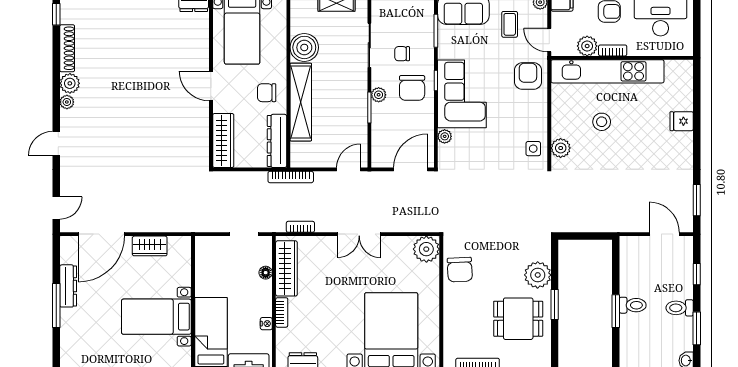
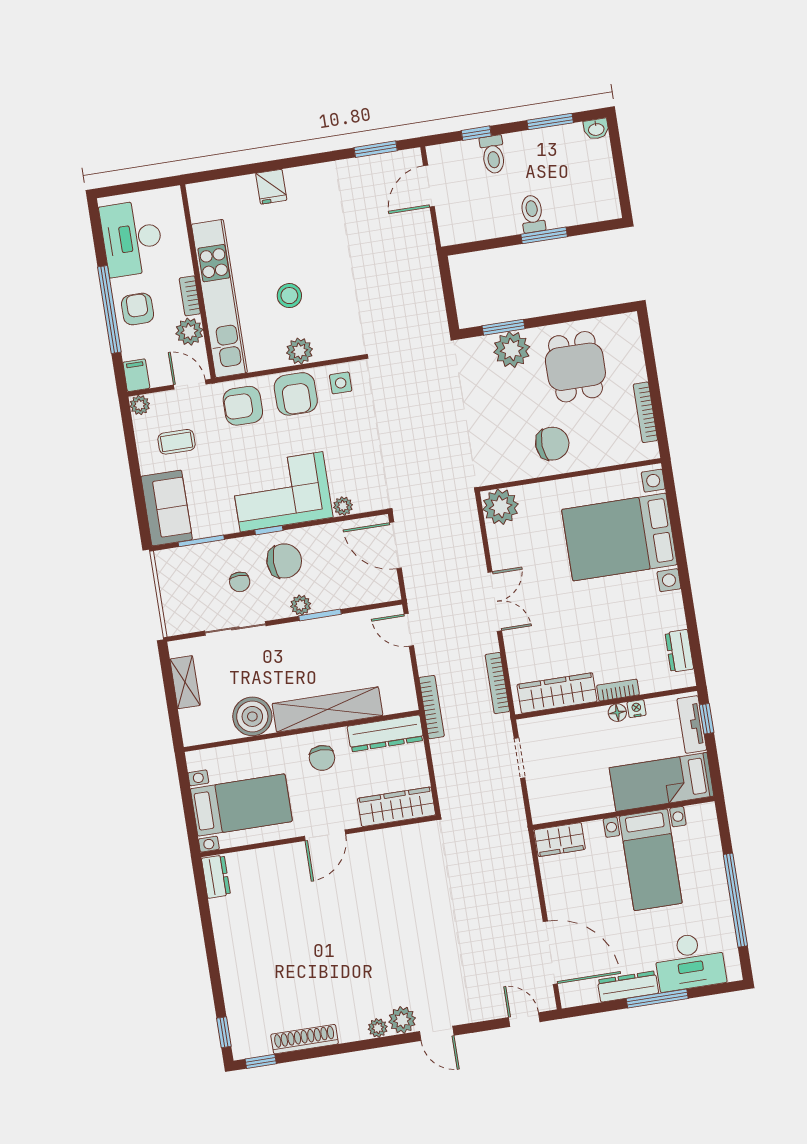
door: (549, 40) -> (190, 384), swing flipped
plant: (70, 83) -> (402, 1020), moved
armchair: (530, 115) -> (296, 394), added
plant: (561, 148) -> (299, 351), moved
bookcase: (300, 227) -> (497, 683), width x1.56
wardrobe: (150, 246) -> (560, 840), moved, turned 90
chair: (460, 270) -> (552, 444), moved
floor lamp: (266, 273) -> (617, 713), moved
window: (555, 304) -> (504, 327), moved
toilet: (680, 308) -> (493, 155), moved
desk: (79, 333) -> (690, 962), added

